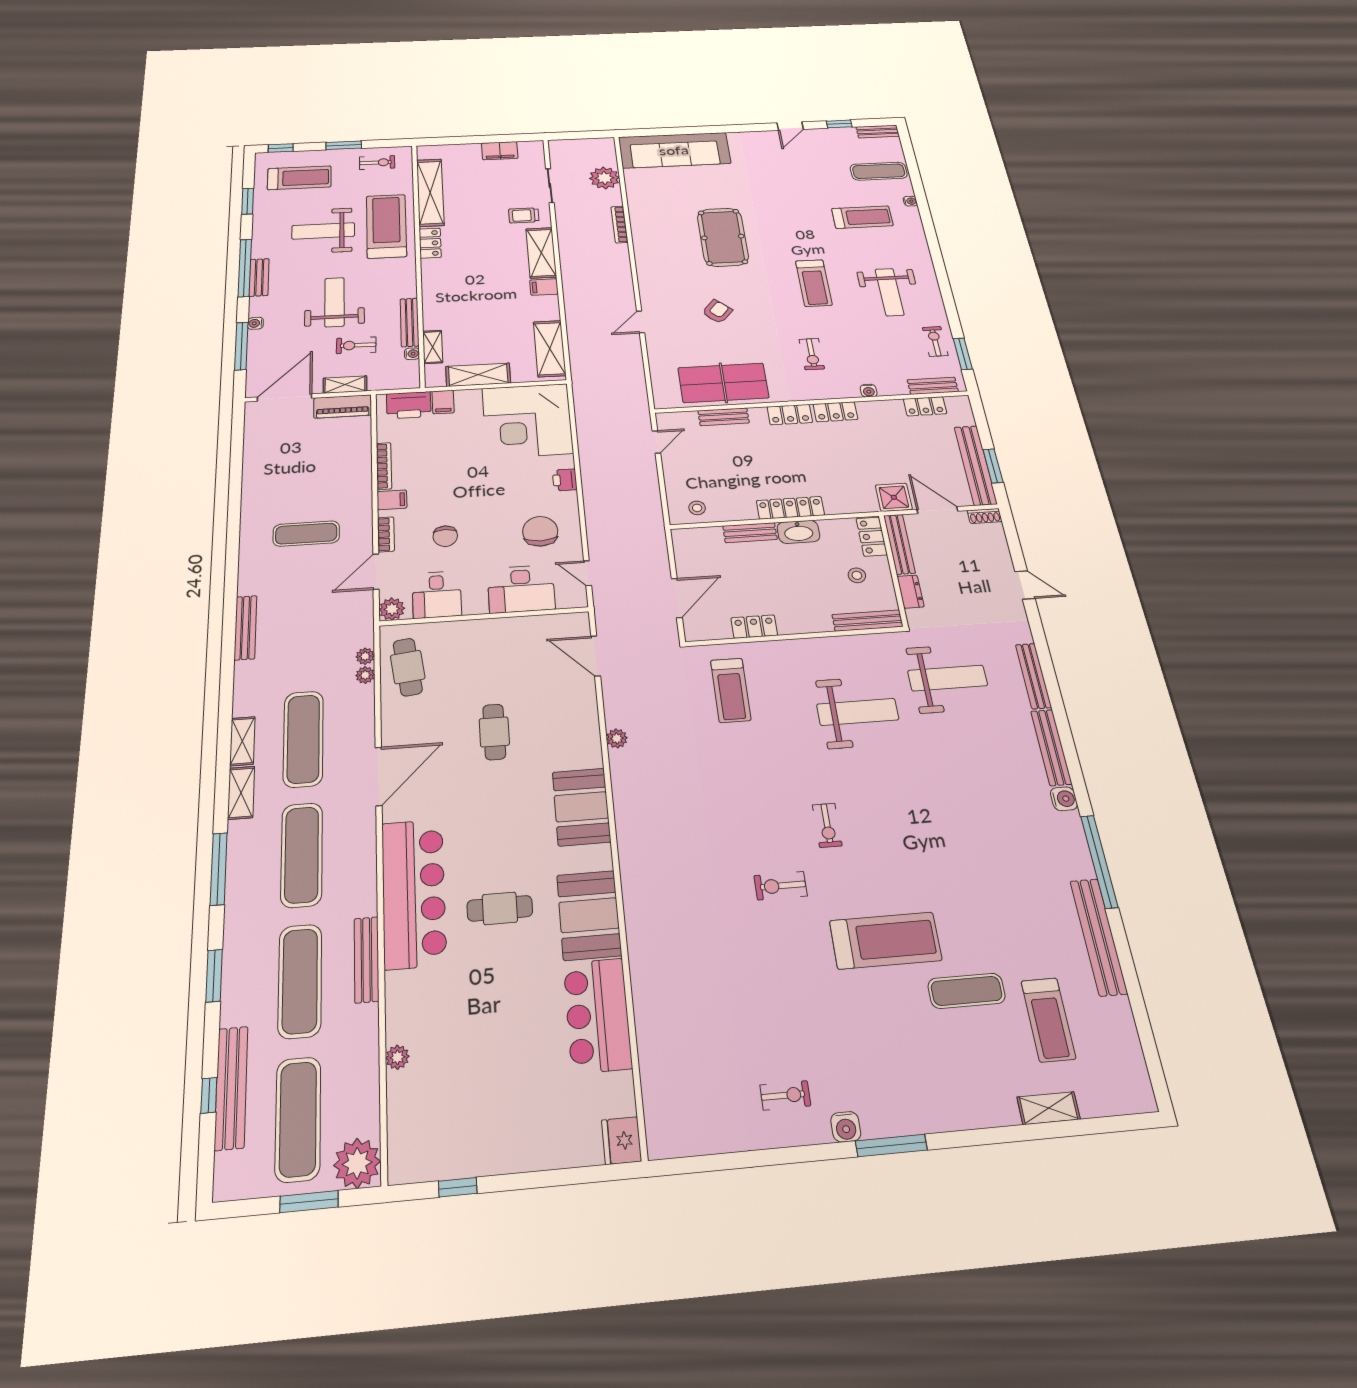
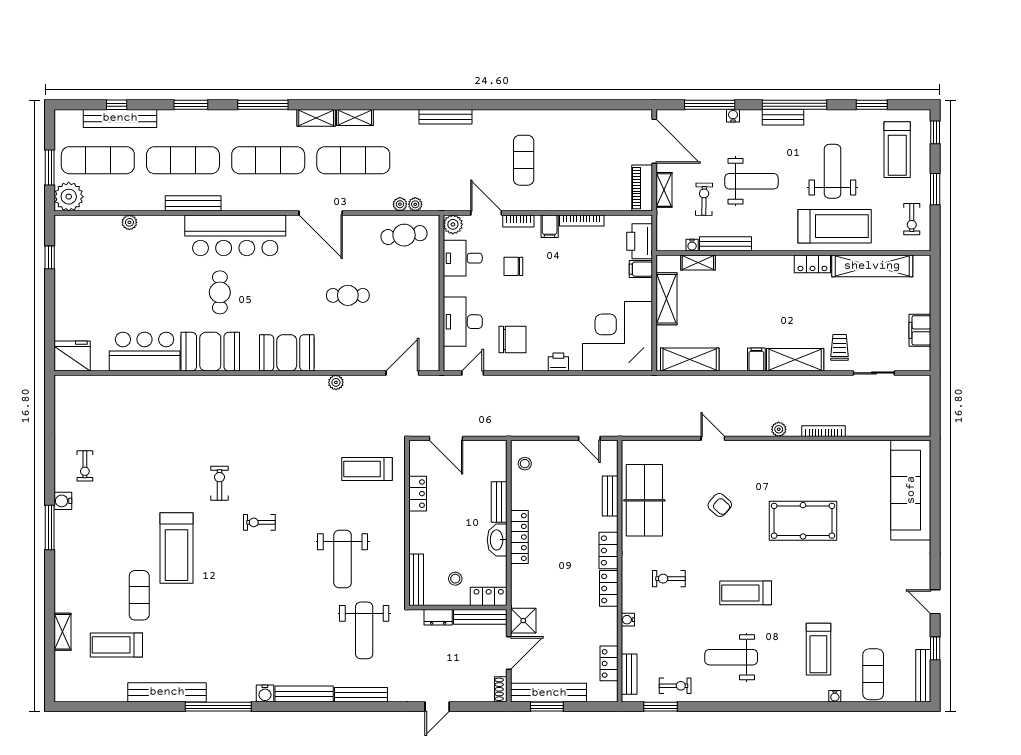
bench: (878, 132) -> (923, 676), width x1.36
plant: (604, 178) -> (779, 429), moved, width x0.53, depth x0.53
fridge: (622, 1141) -> (72, 356), width x1.36, depth x1.34

